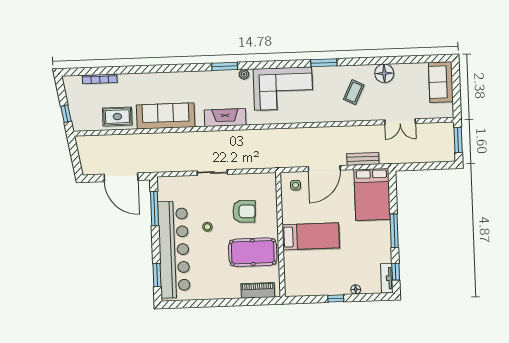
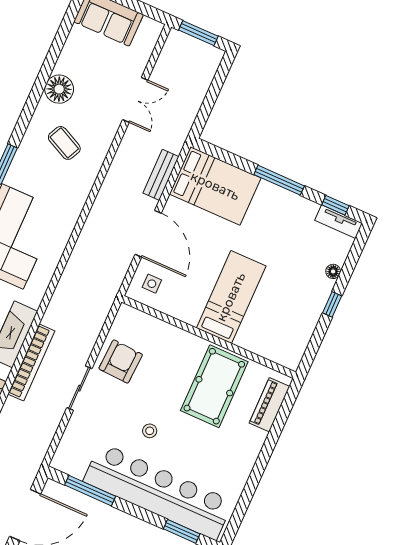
bookcase: (214, 136) -> (31, 362), added
armchair: (244, 211) -> (121, 362), moved

